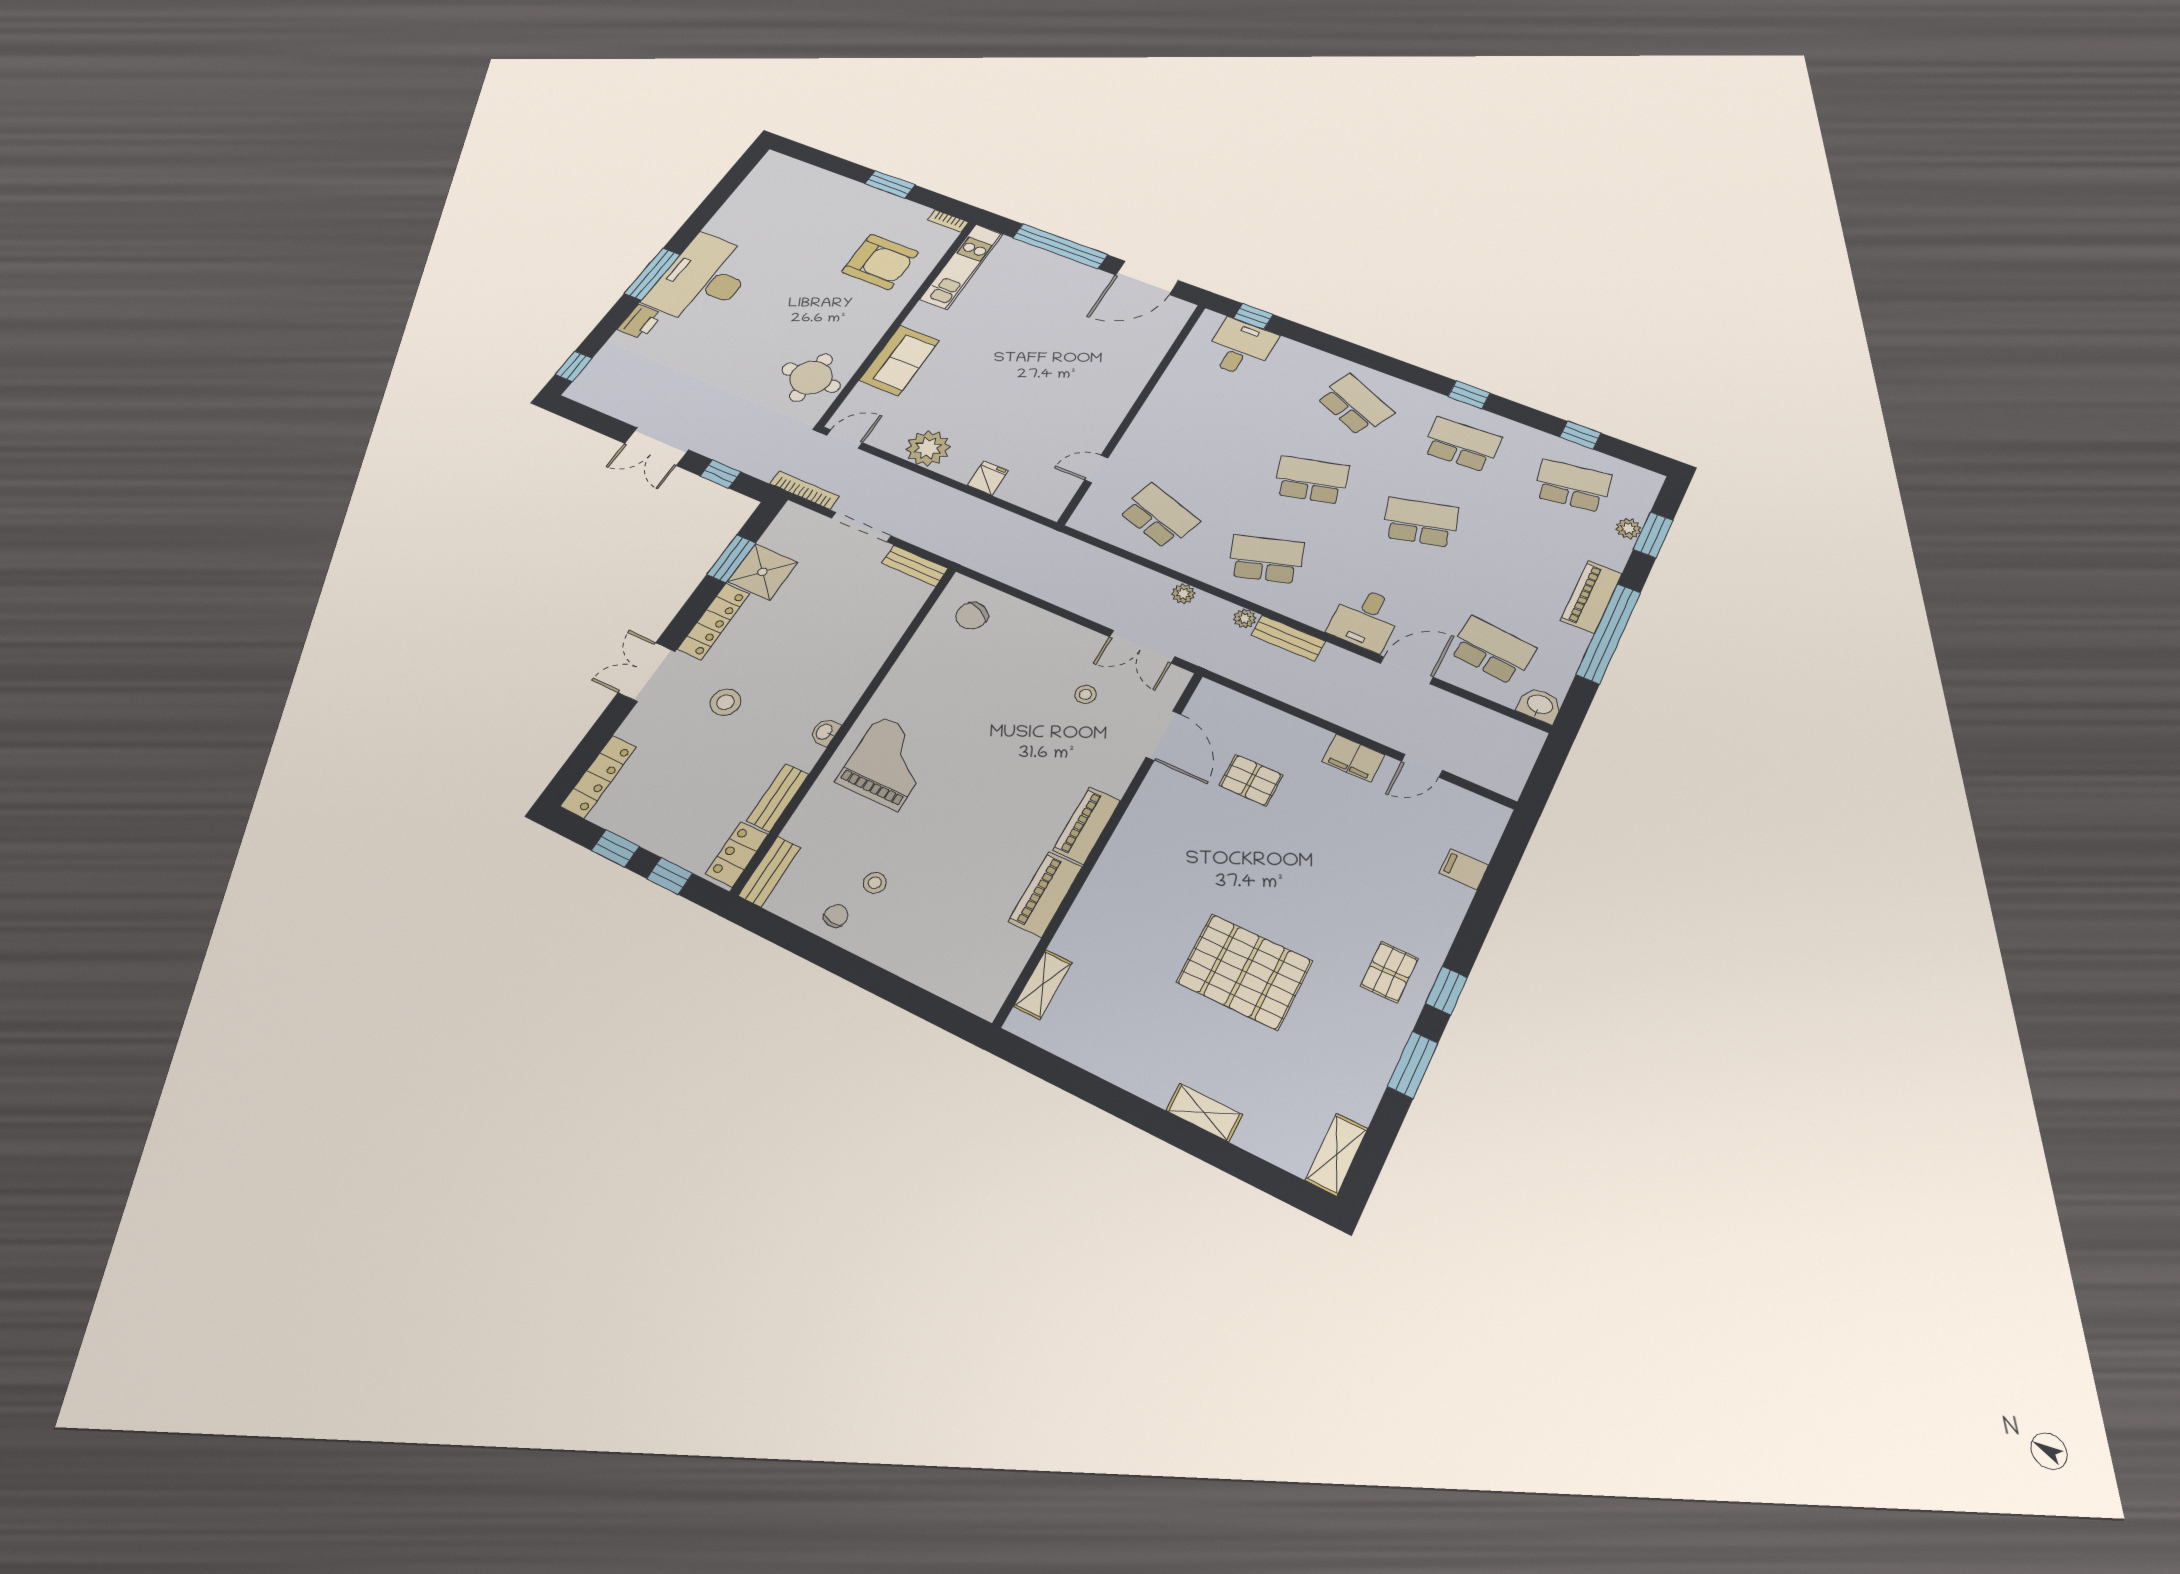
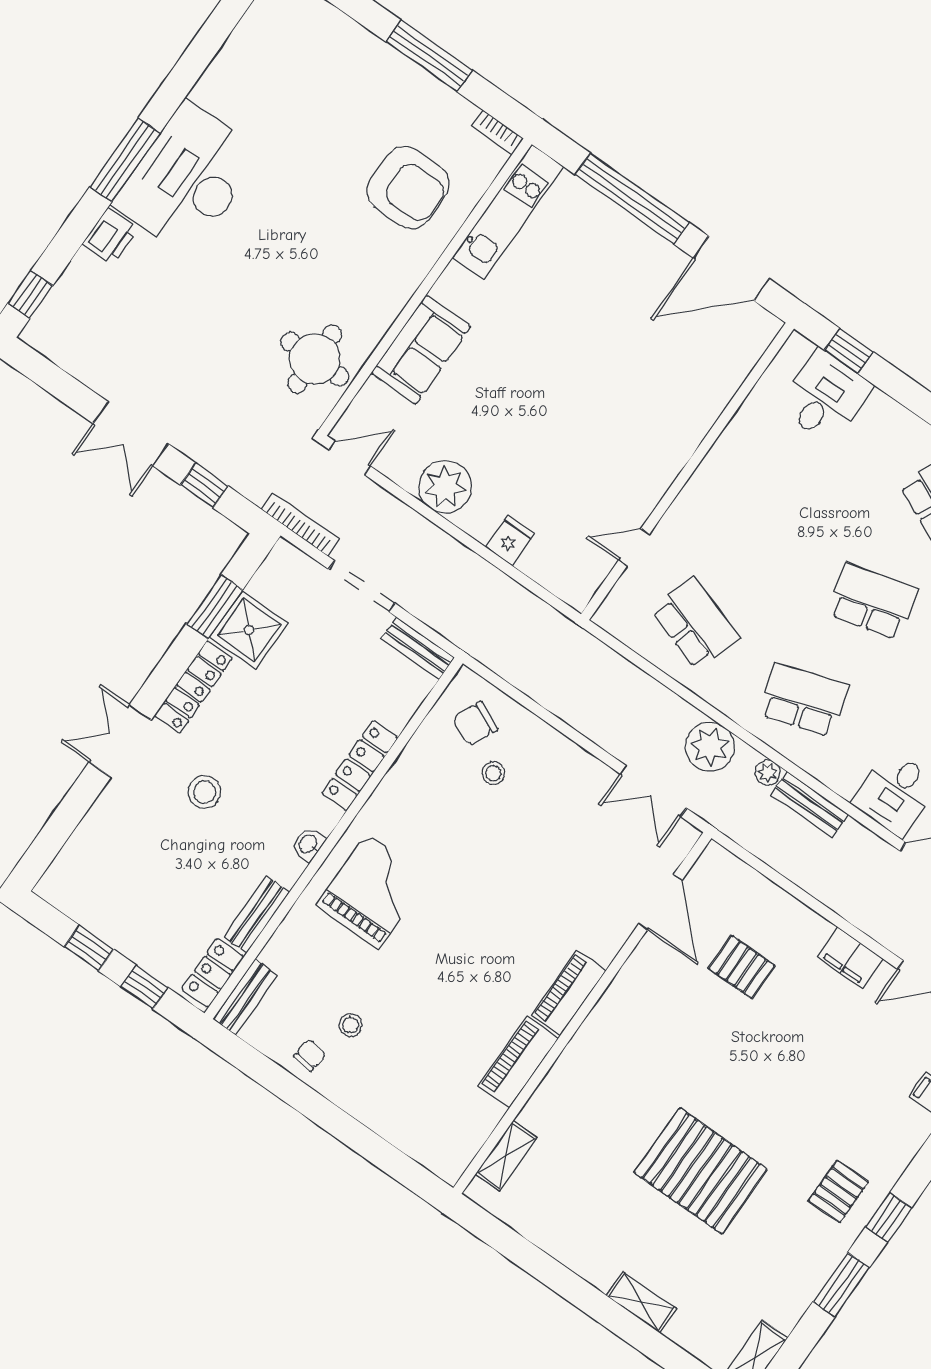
window: (890, 184) -> (429, 56), width x1.44
plant: (1183, 594) -> (710, 747), width x1.87, depth x1.87
stool: (1085, 694) -> (493, 773), moved
locker: (599, 776) -> (360, 765), moved, turned 180

